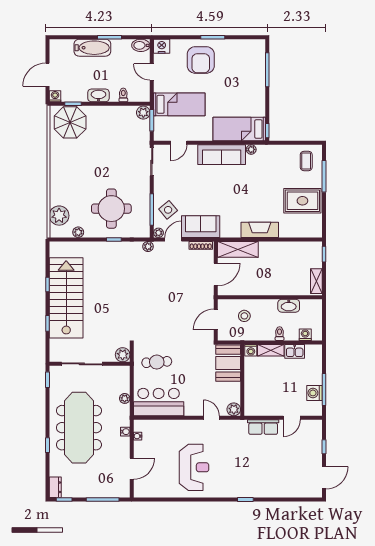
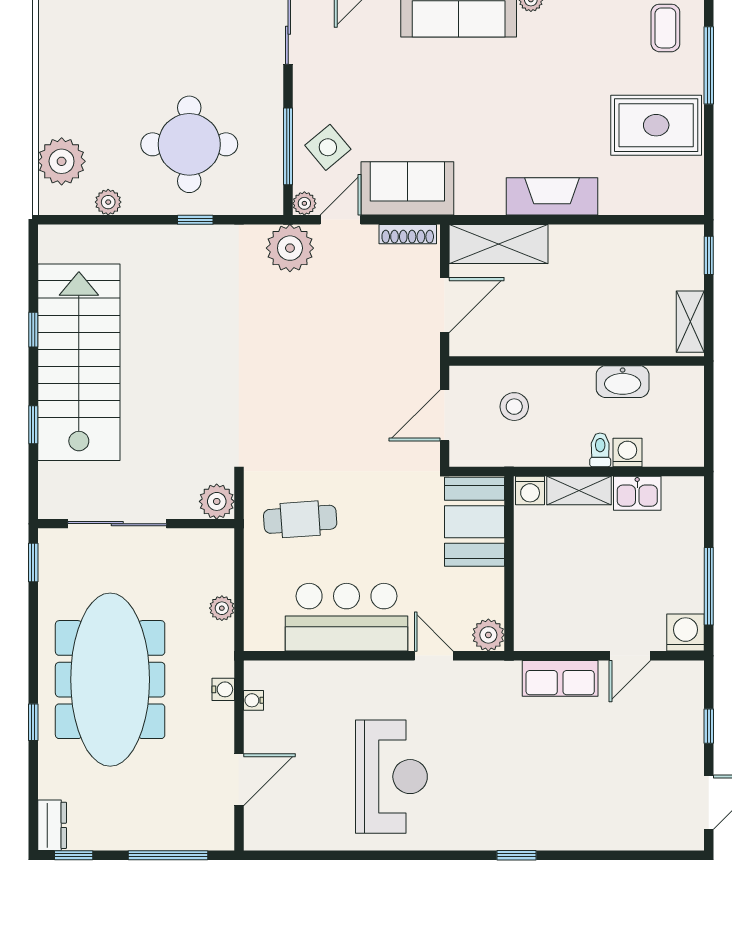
plant: (148, 247) -> (290, 248), width x1.87, depth x1.87
washing machine: (305, 335) -> (627, 452), moved
washing machine: (314, 393) -> (685, 632), moved, turned 90
bar counter: (159, 402) -> (346, 617), moved

